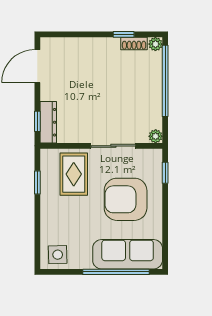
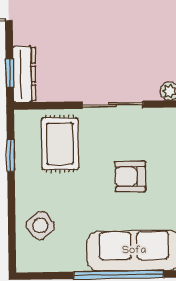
armchair: (126, 199) -> (130, 177), width x0.53, depth x0.53
side table: (58, 255) -> (40, 225), moved, turned -38

